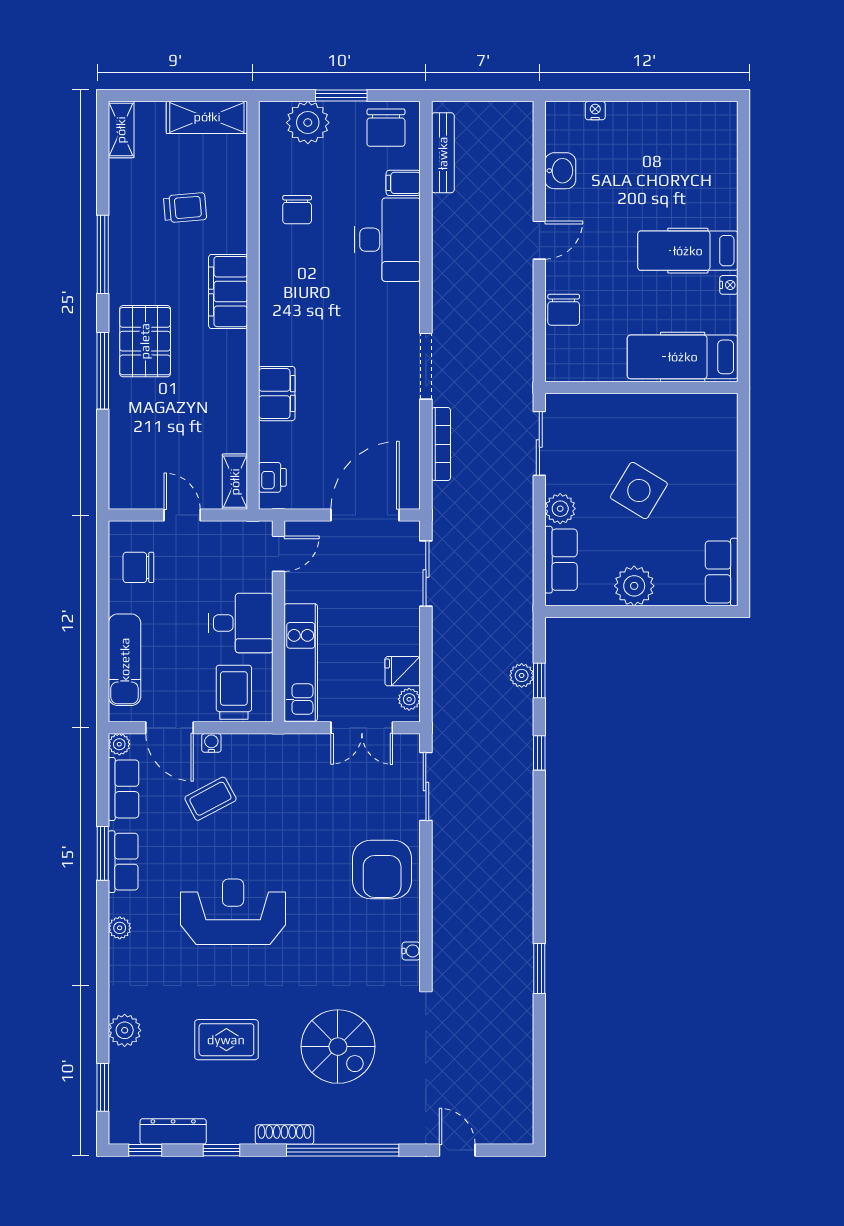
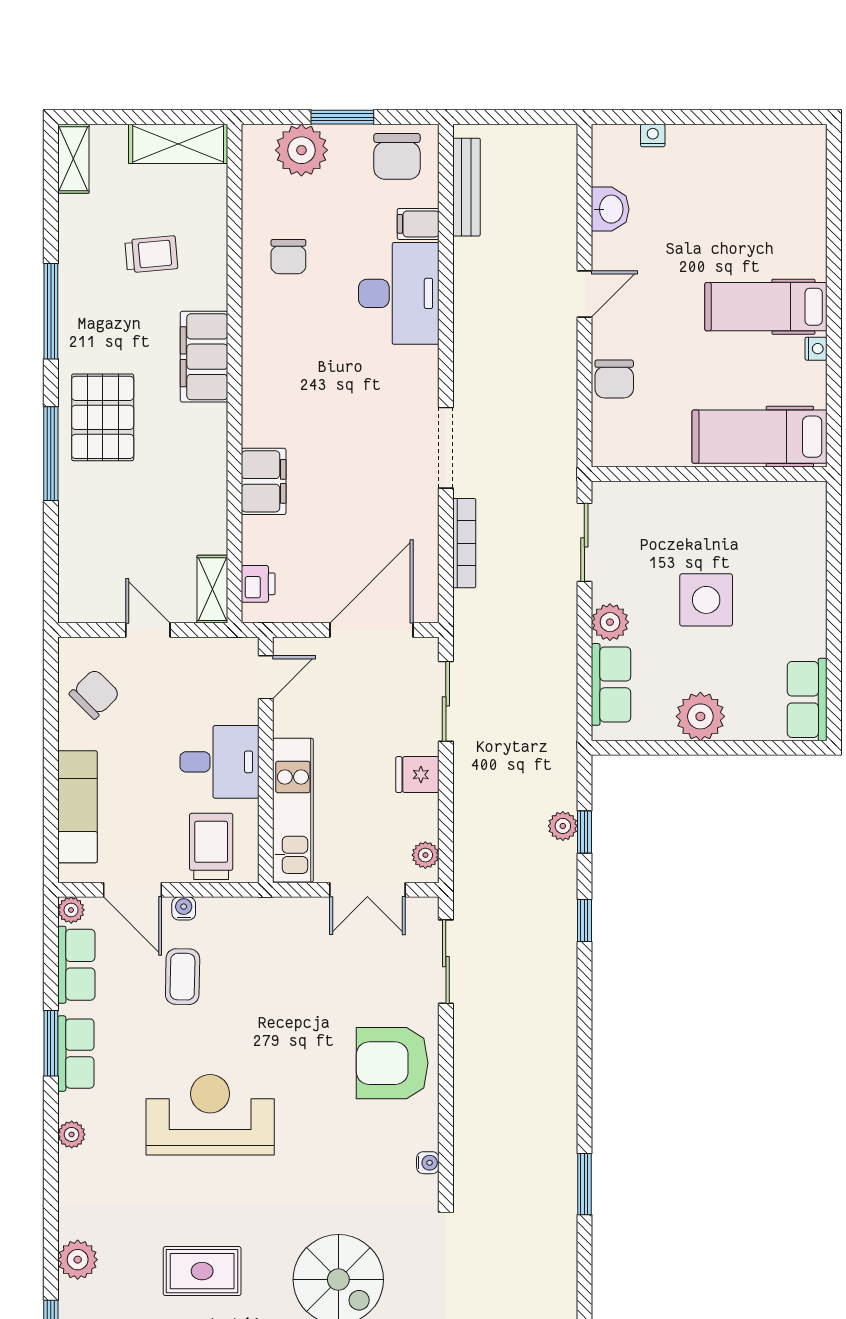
side table: (639, 490) -> (706, 600), turned -31
chair: (138, 567) -> (95, 694), turned 135
fridge: (403, 671) -> (417, 775), moved
coffee table: (210, 799) -> (183, 977), turned -61
armchair: (382, 870) -> (392, 1063), turned 90

